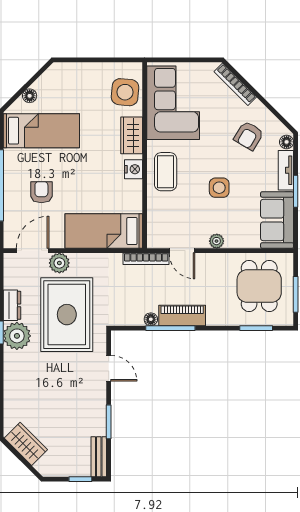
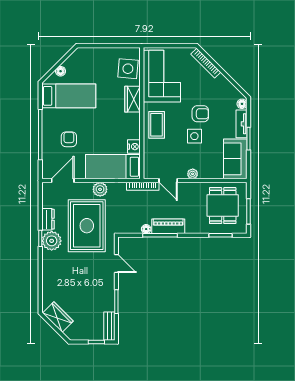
armchair: (249, 136) -> (200, 114), moved, turned -121
nightstand: (133, 169) -> (134, 147), moved
plant: (59, 263) -> (100, 189), moved

